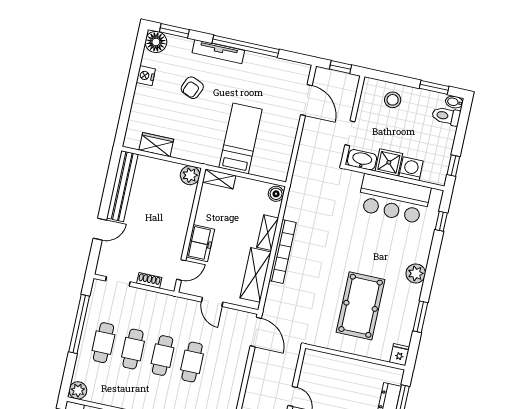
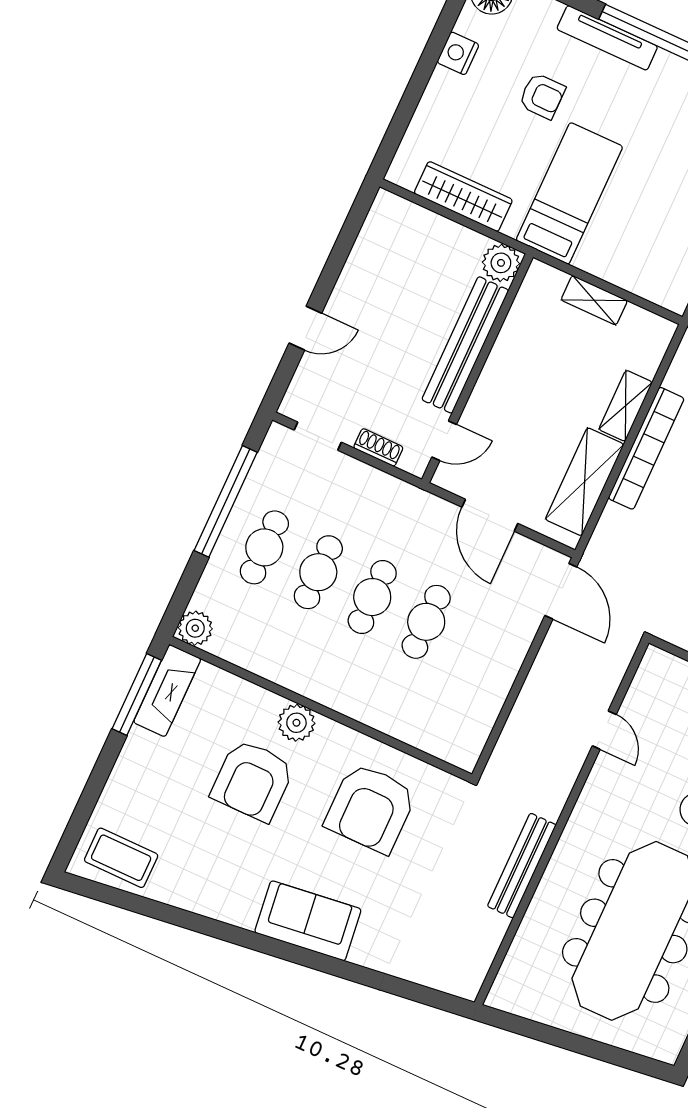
armchair: (192, 88) -> (542, 96), turned -113
bed: (241, 138) -> (569, 193), moved
wardrobe: (156, 145) -> (463, 197), width x1.50
shelving: (219, 179) -> (594, 300), moved
bench: (122, 186) -> (465, 345), moved
boiler: (276, 194) -> (658, 335), removed
freezer: (200, 243) -> (492, 397), removed
door: (212, 302) -> (490, 515), width x1.38

